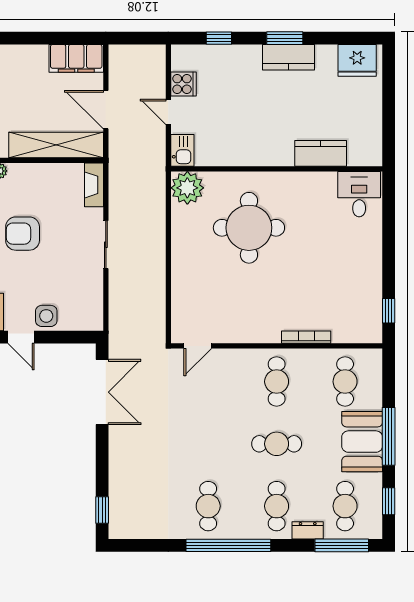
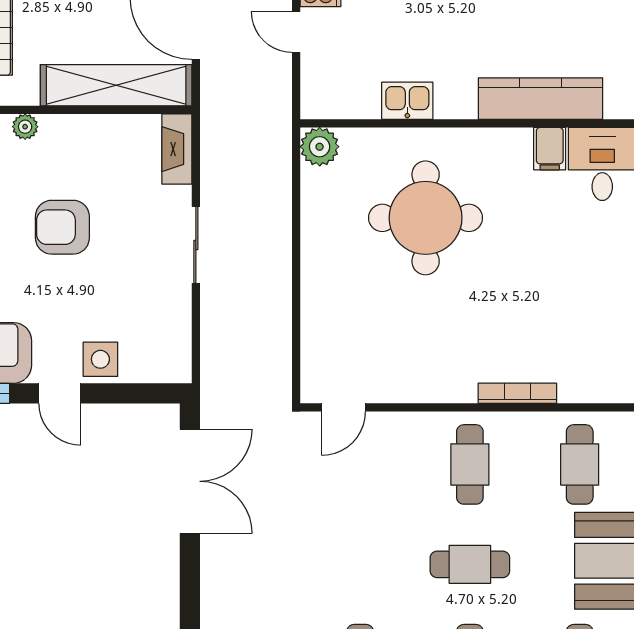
kitchen sink: (182, 150) -> (407, 101), moved, turned -90
kitchen counter: (321, 153) -> (541, 99), width x1.50
filing cabinet: (326, 185) -> (550, 149), added
plant: (187, 188) -> (320, 147), width x0.73, depth x0.73

